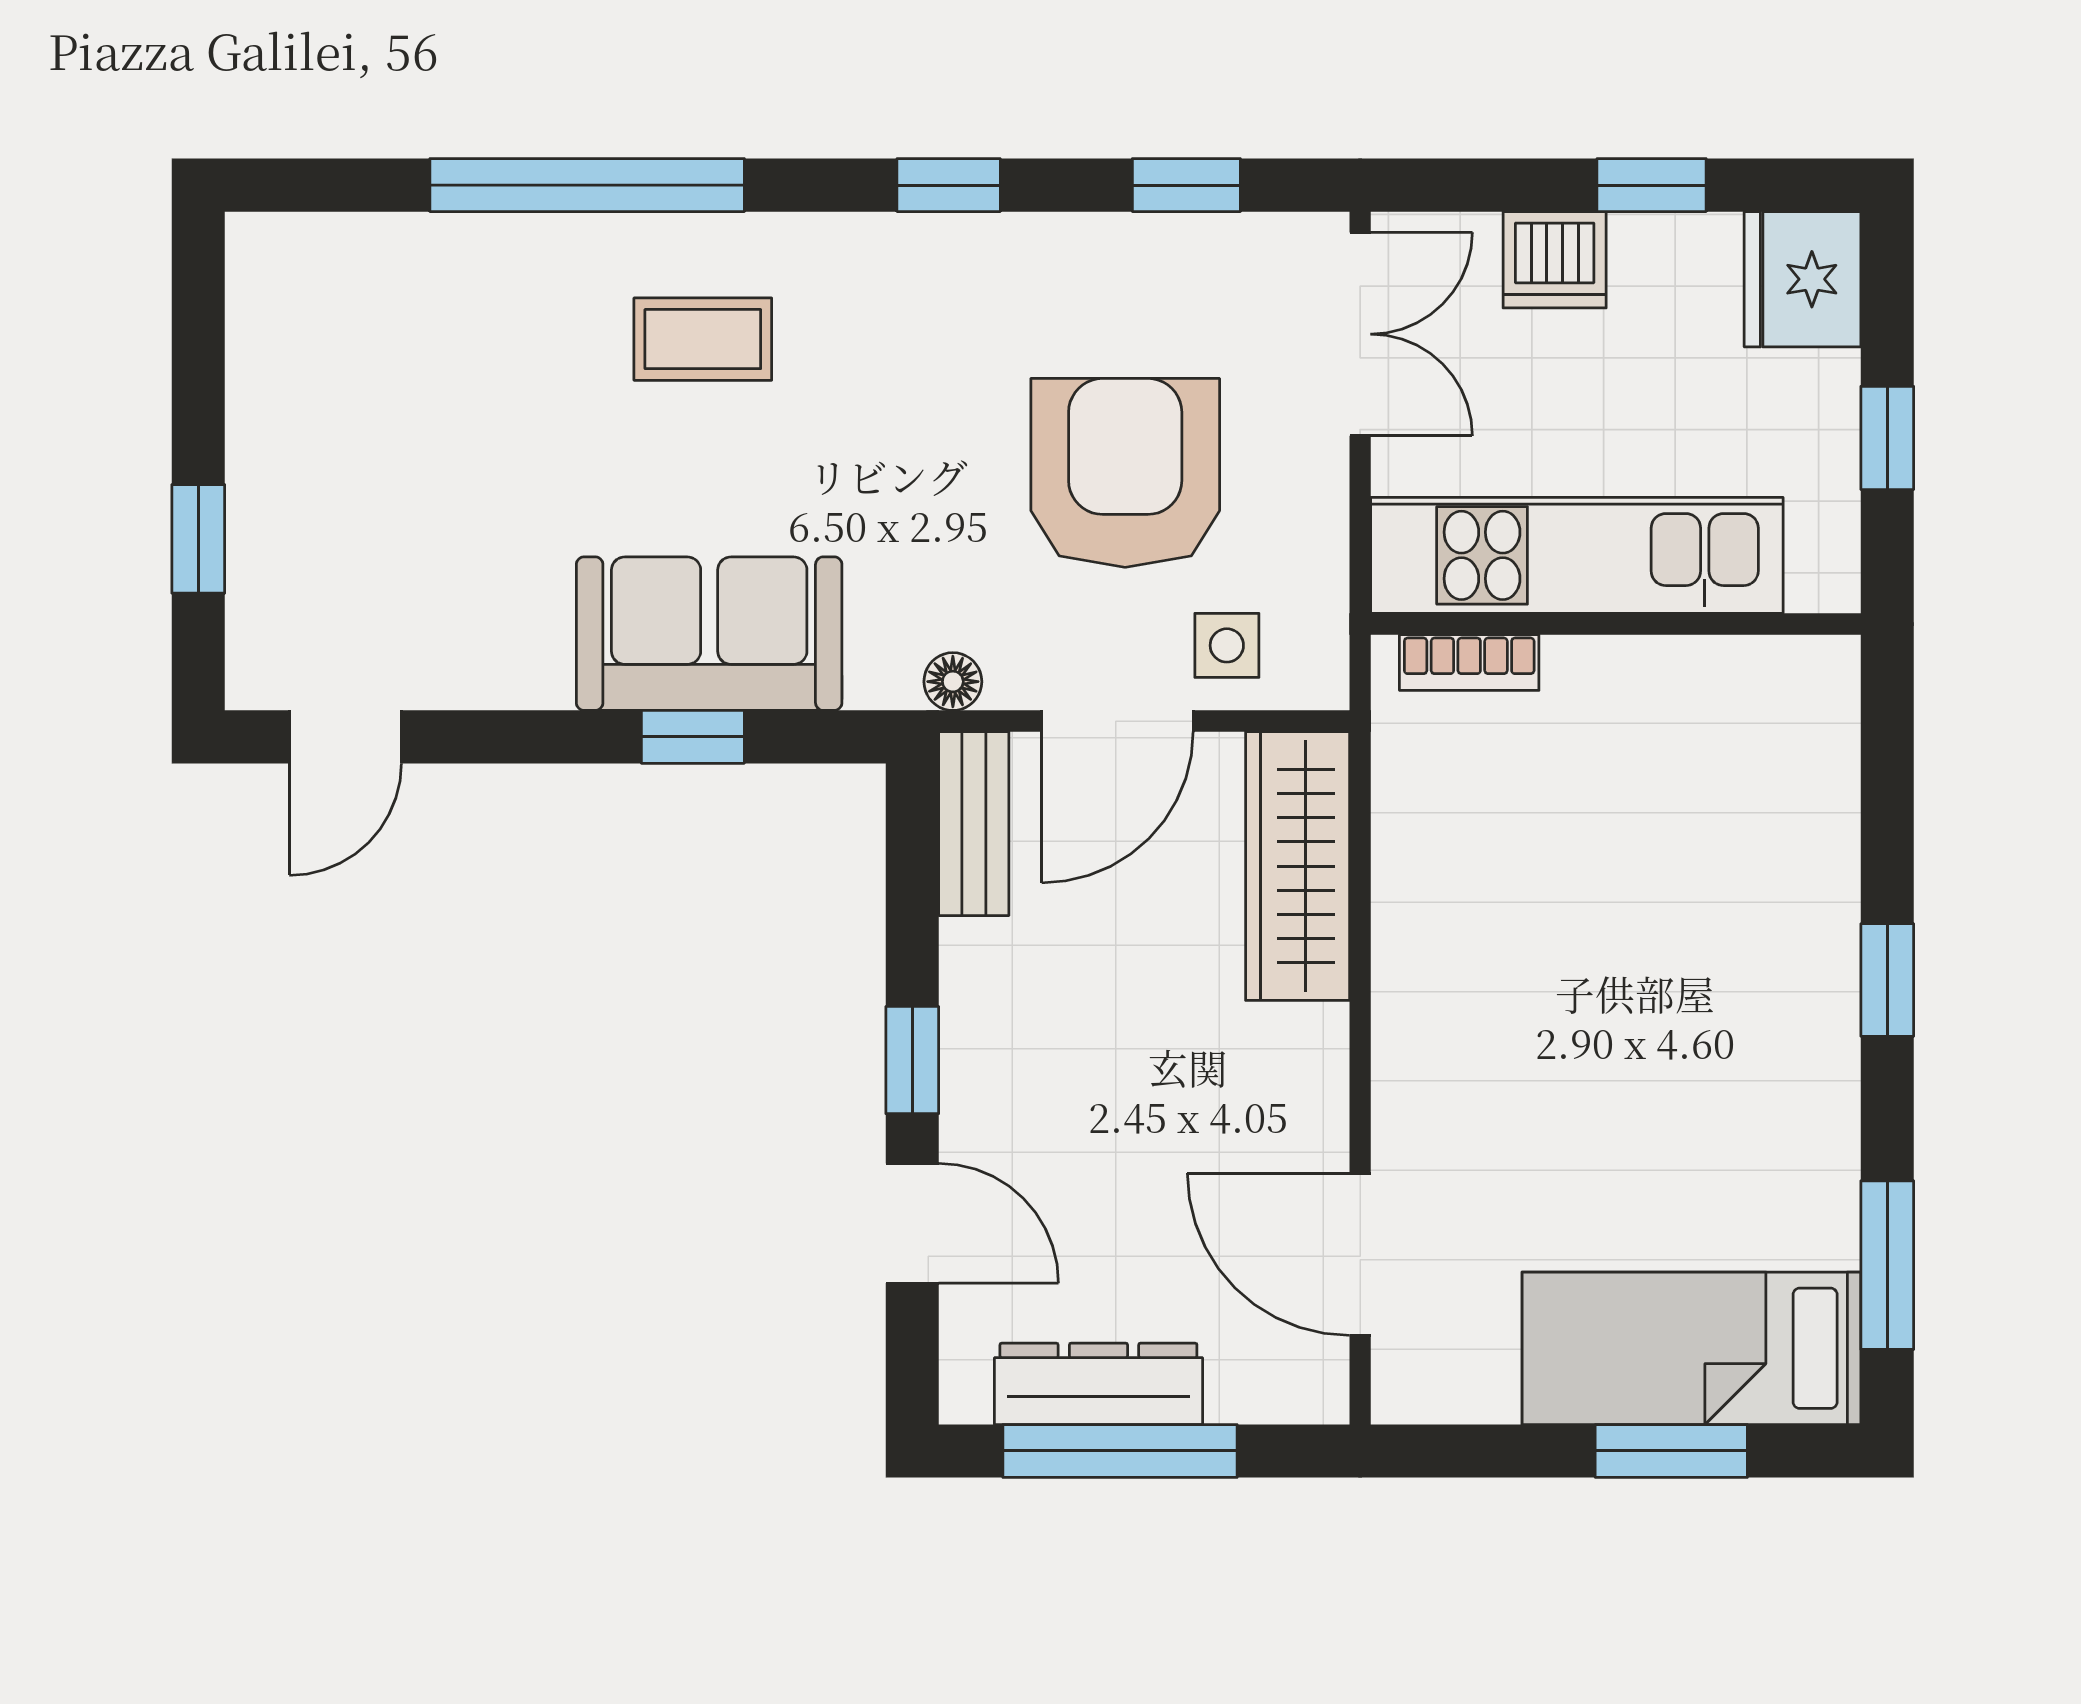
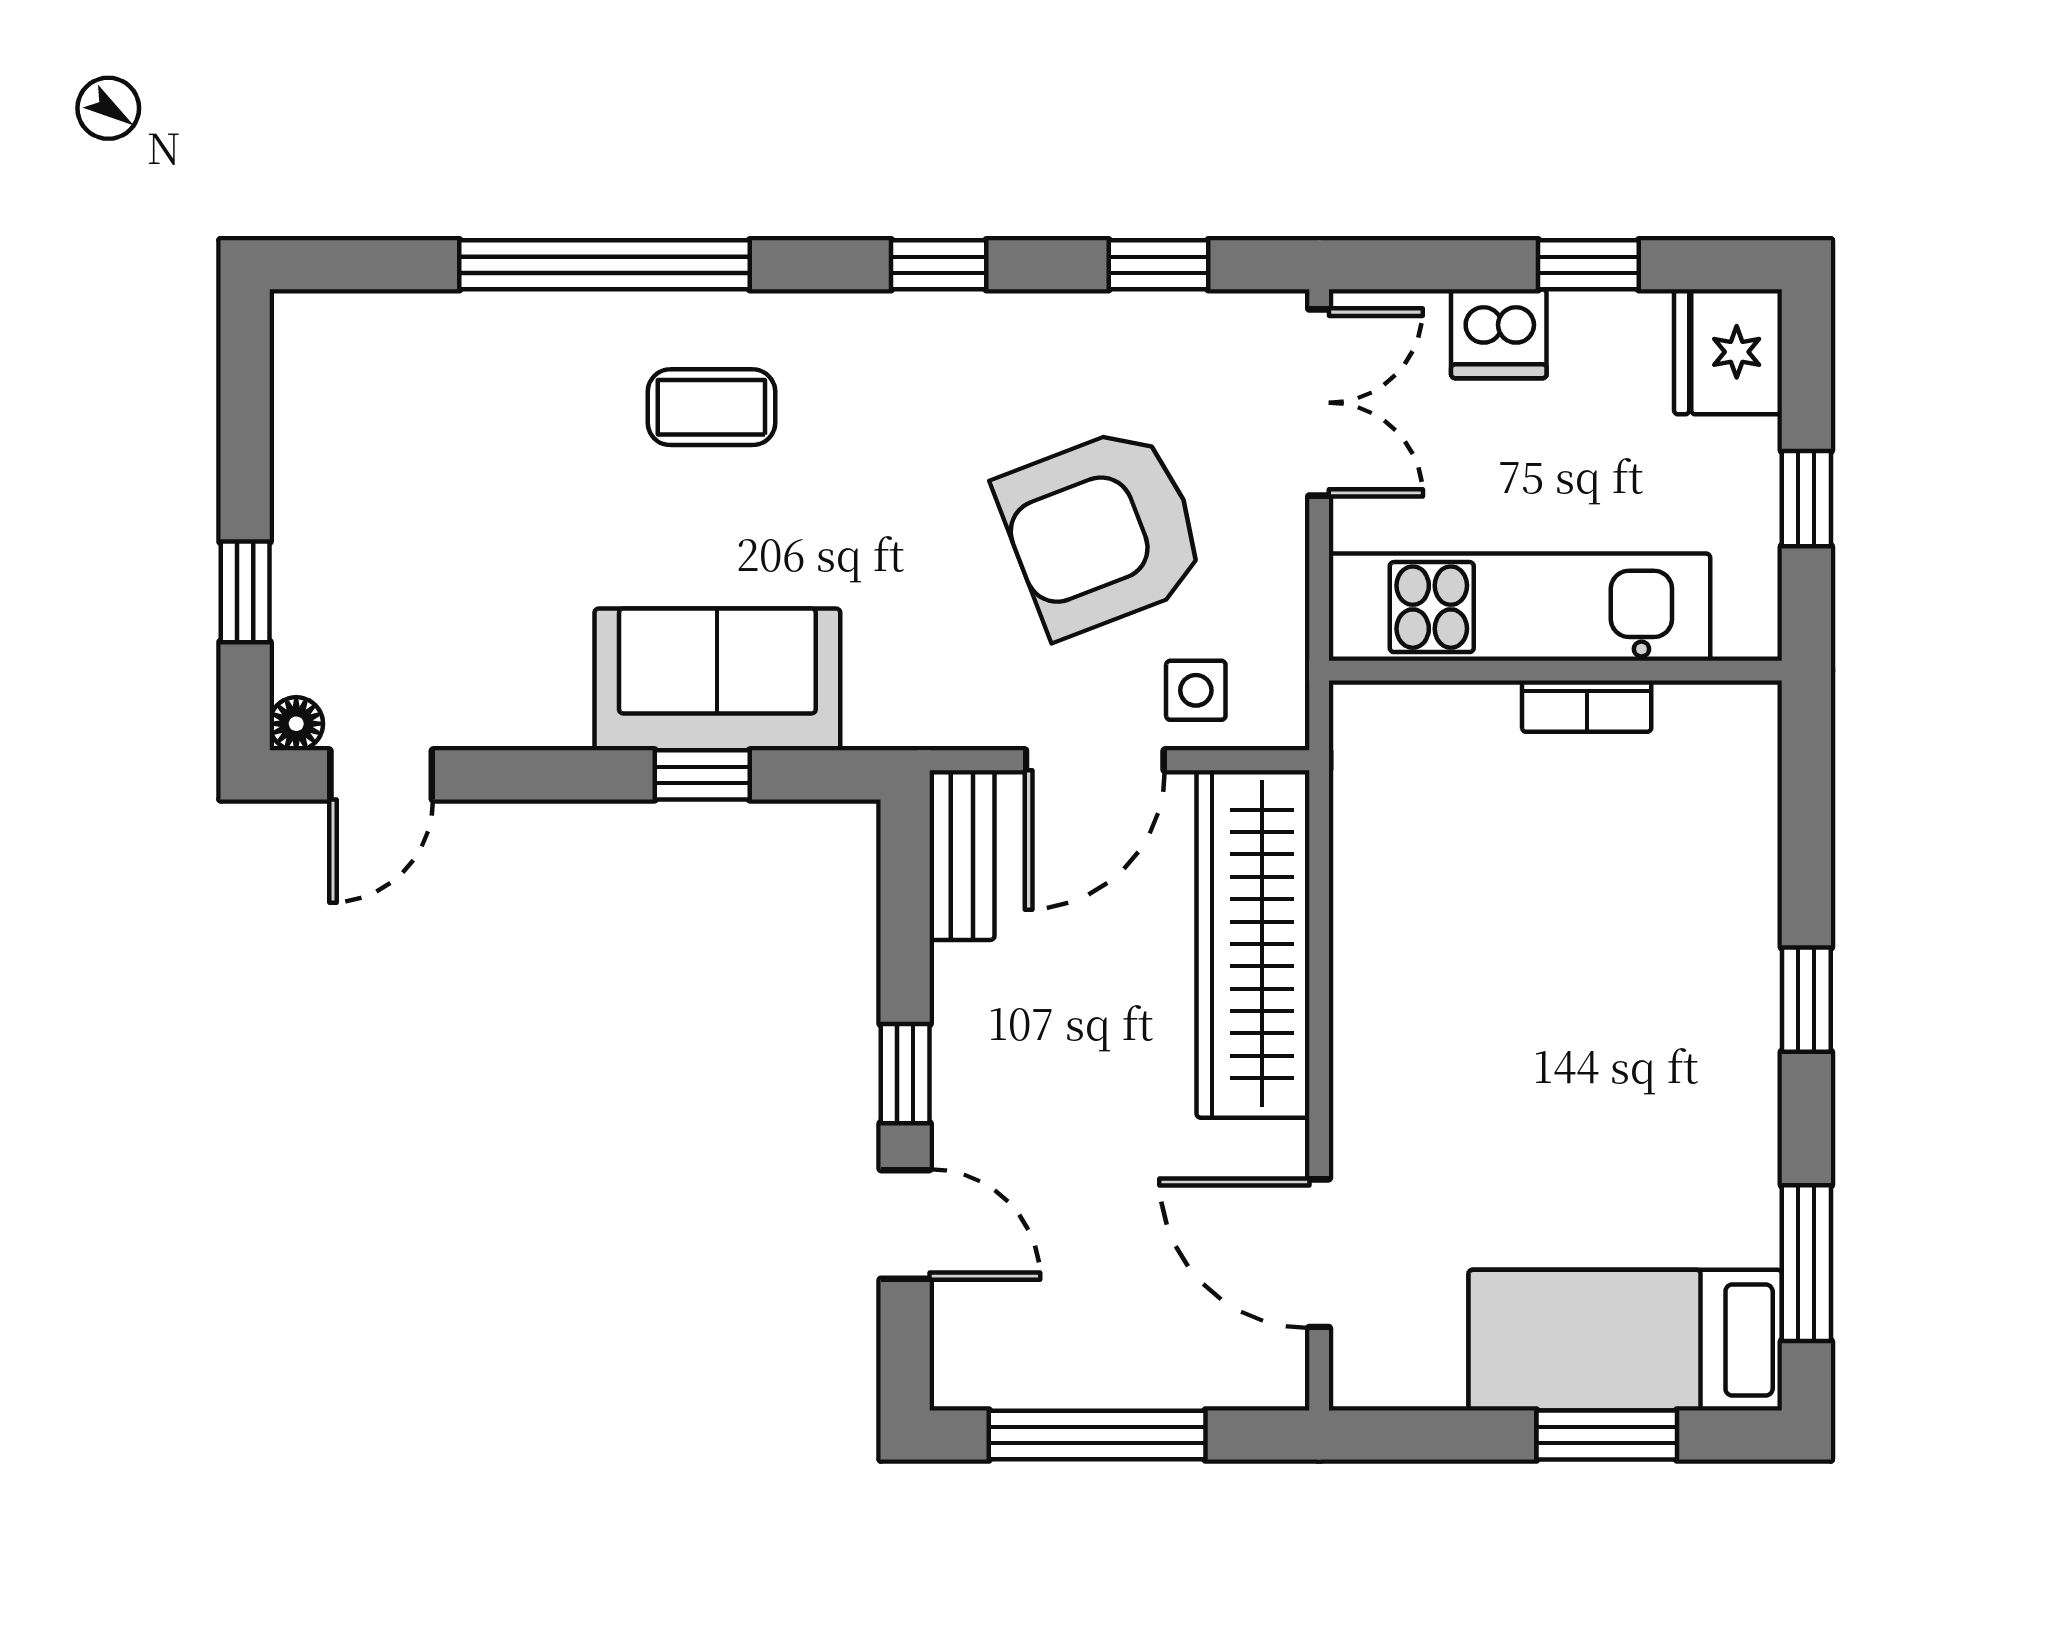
armchair: (1125, 473) -> (1102, 531), turned -111
bookcase: (1469, 663) -> (1587, 706), moved
floor lamp: (953, 682) -> (296, 724), moved
wardrobe: (1298, 866) -> (1253, 944), width x1.40, depth x1.17
dresser: (1098, 1384) -> (1077, 1373), removed

